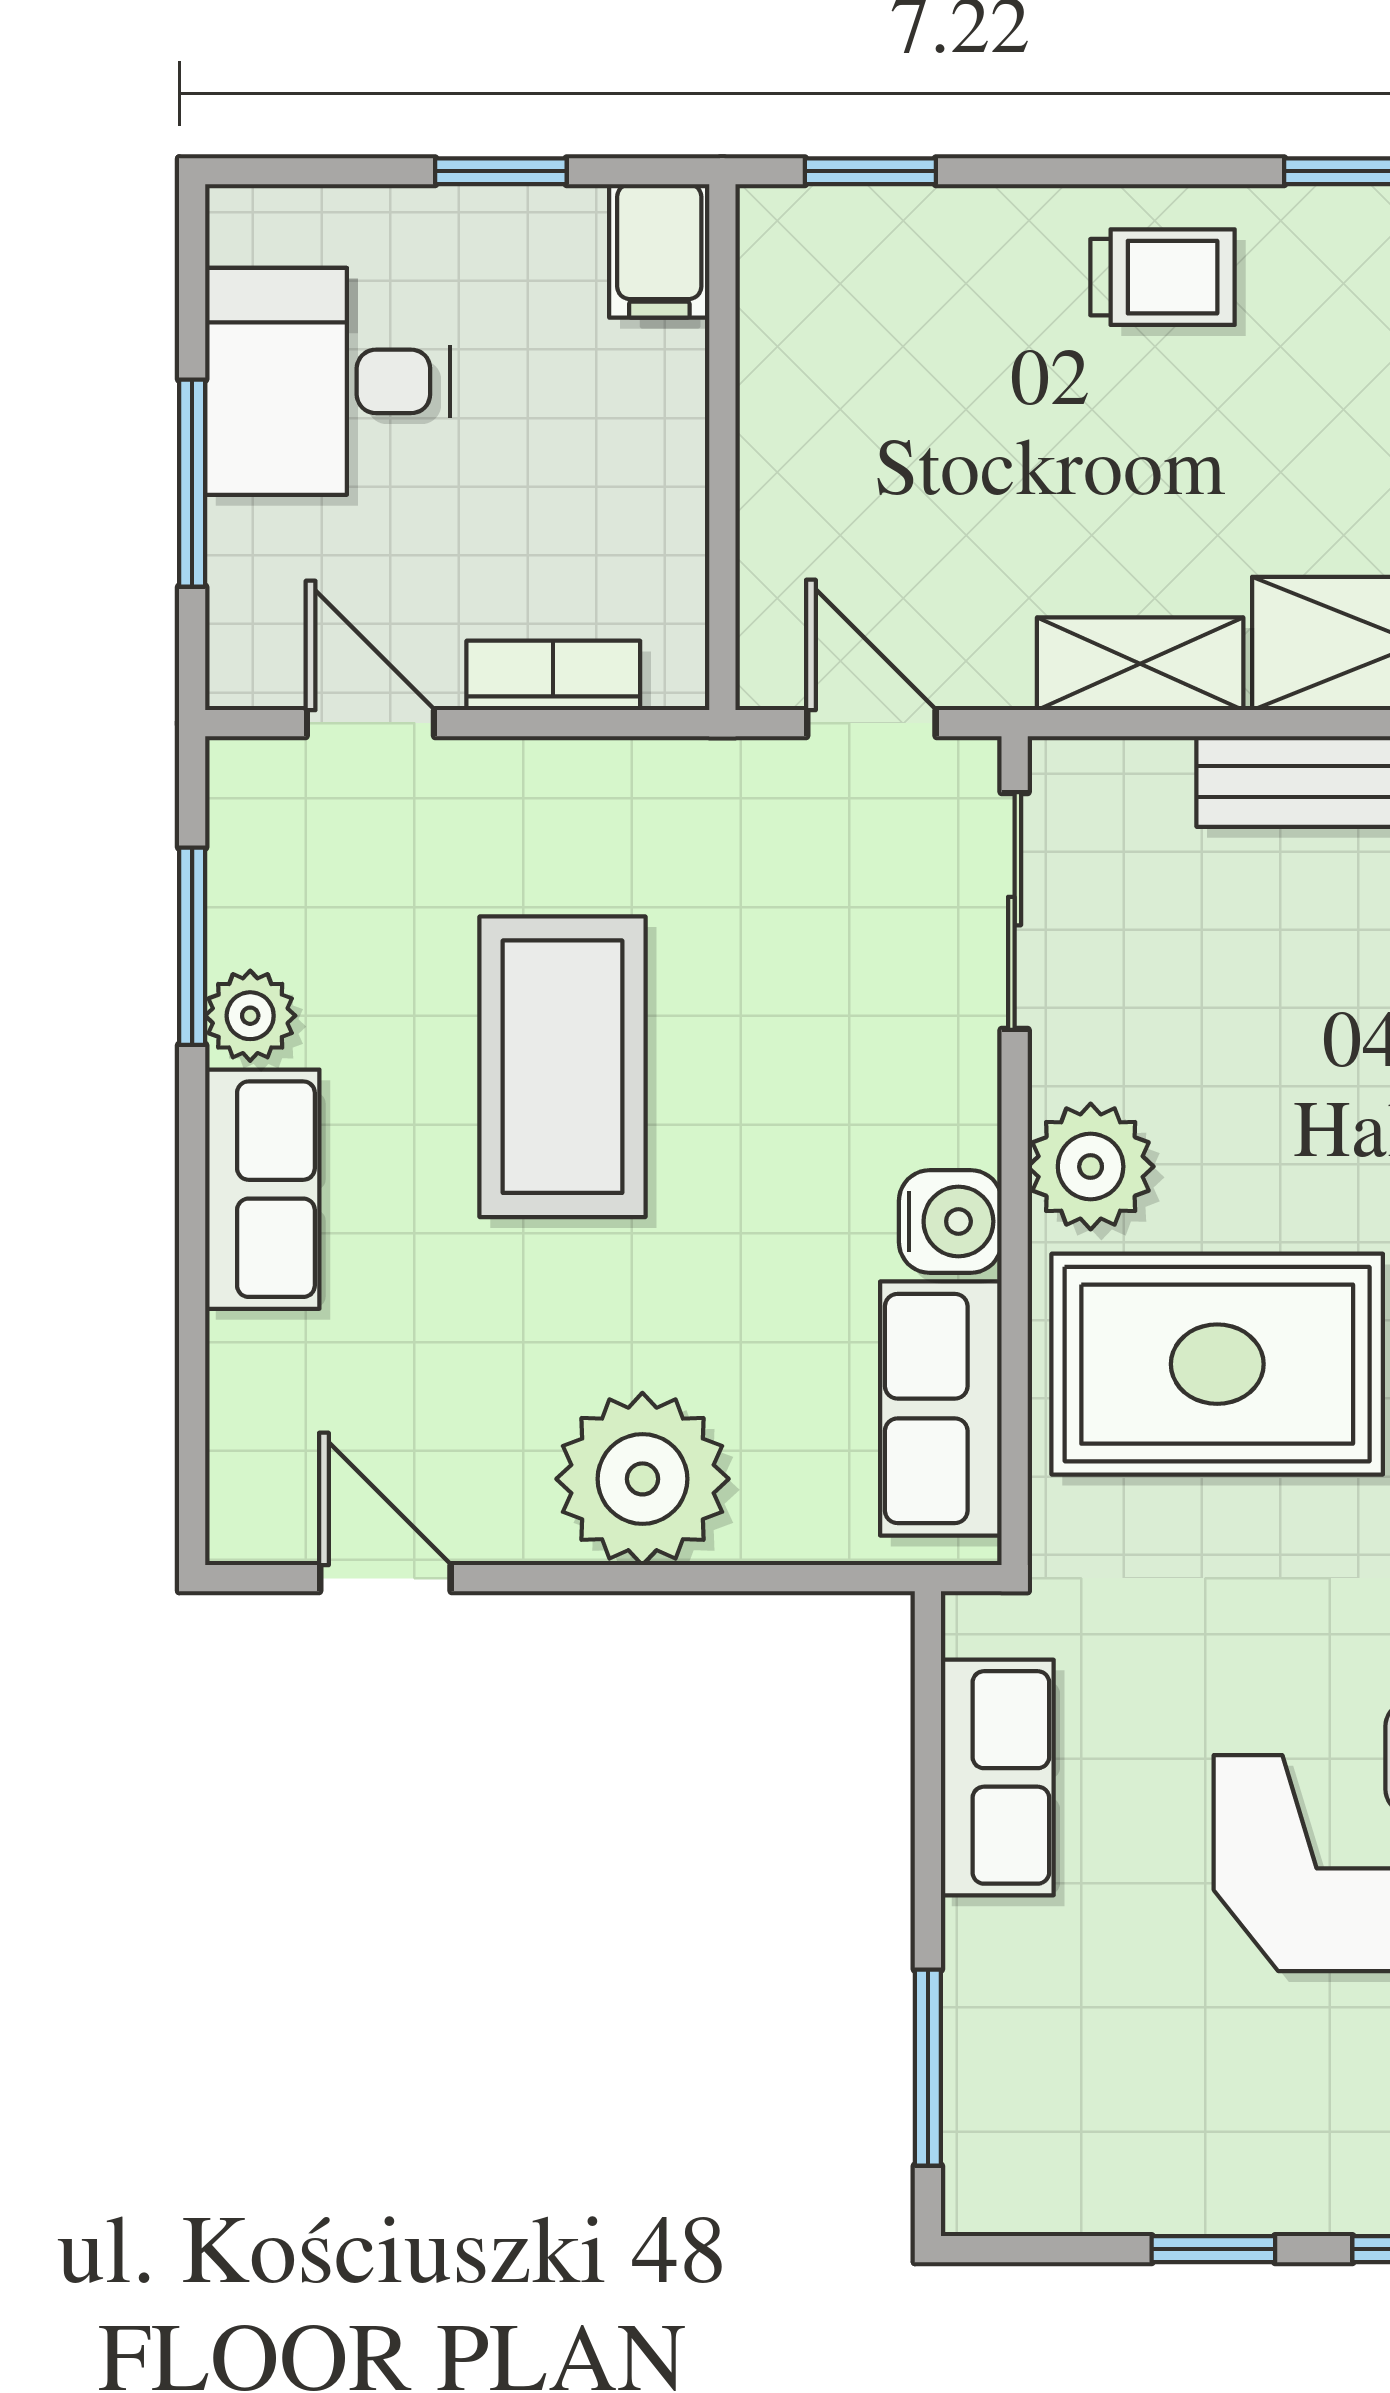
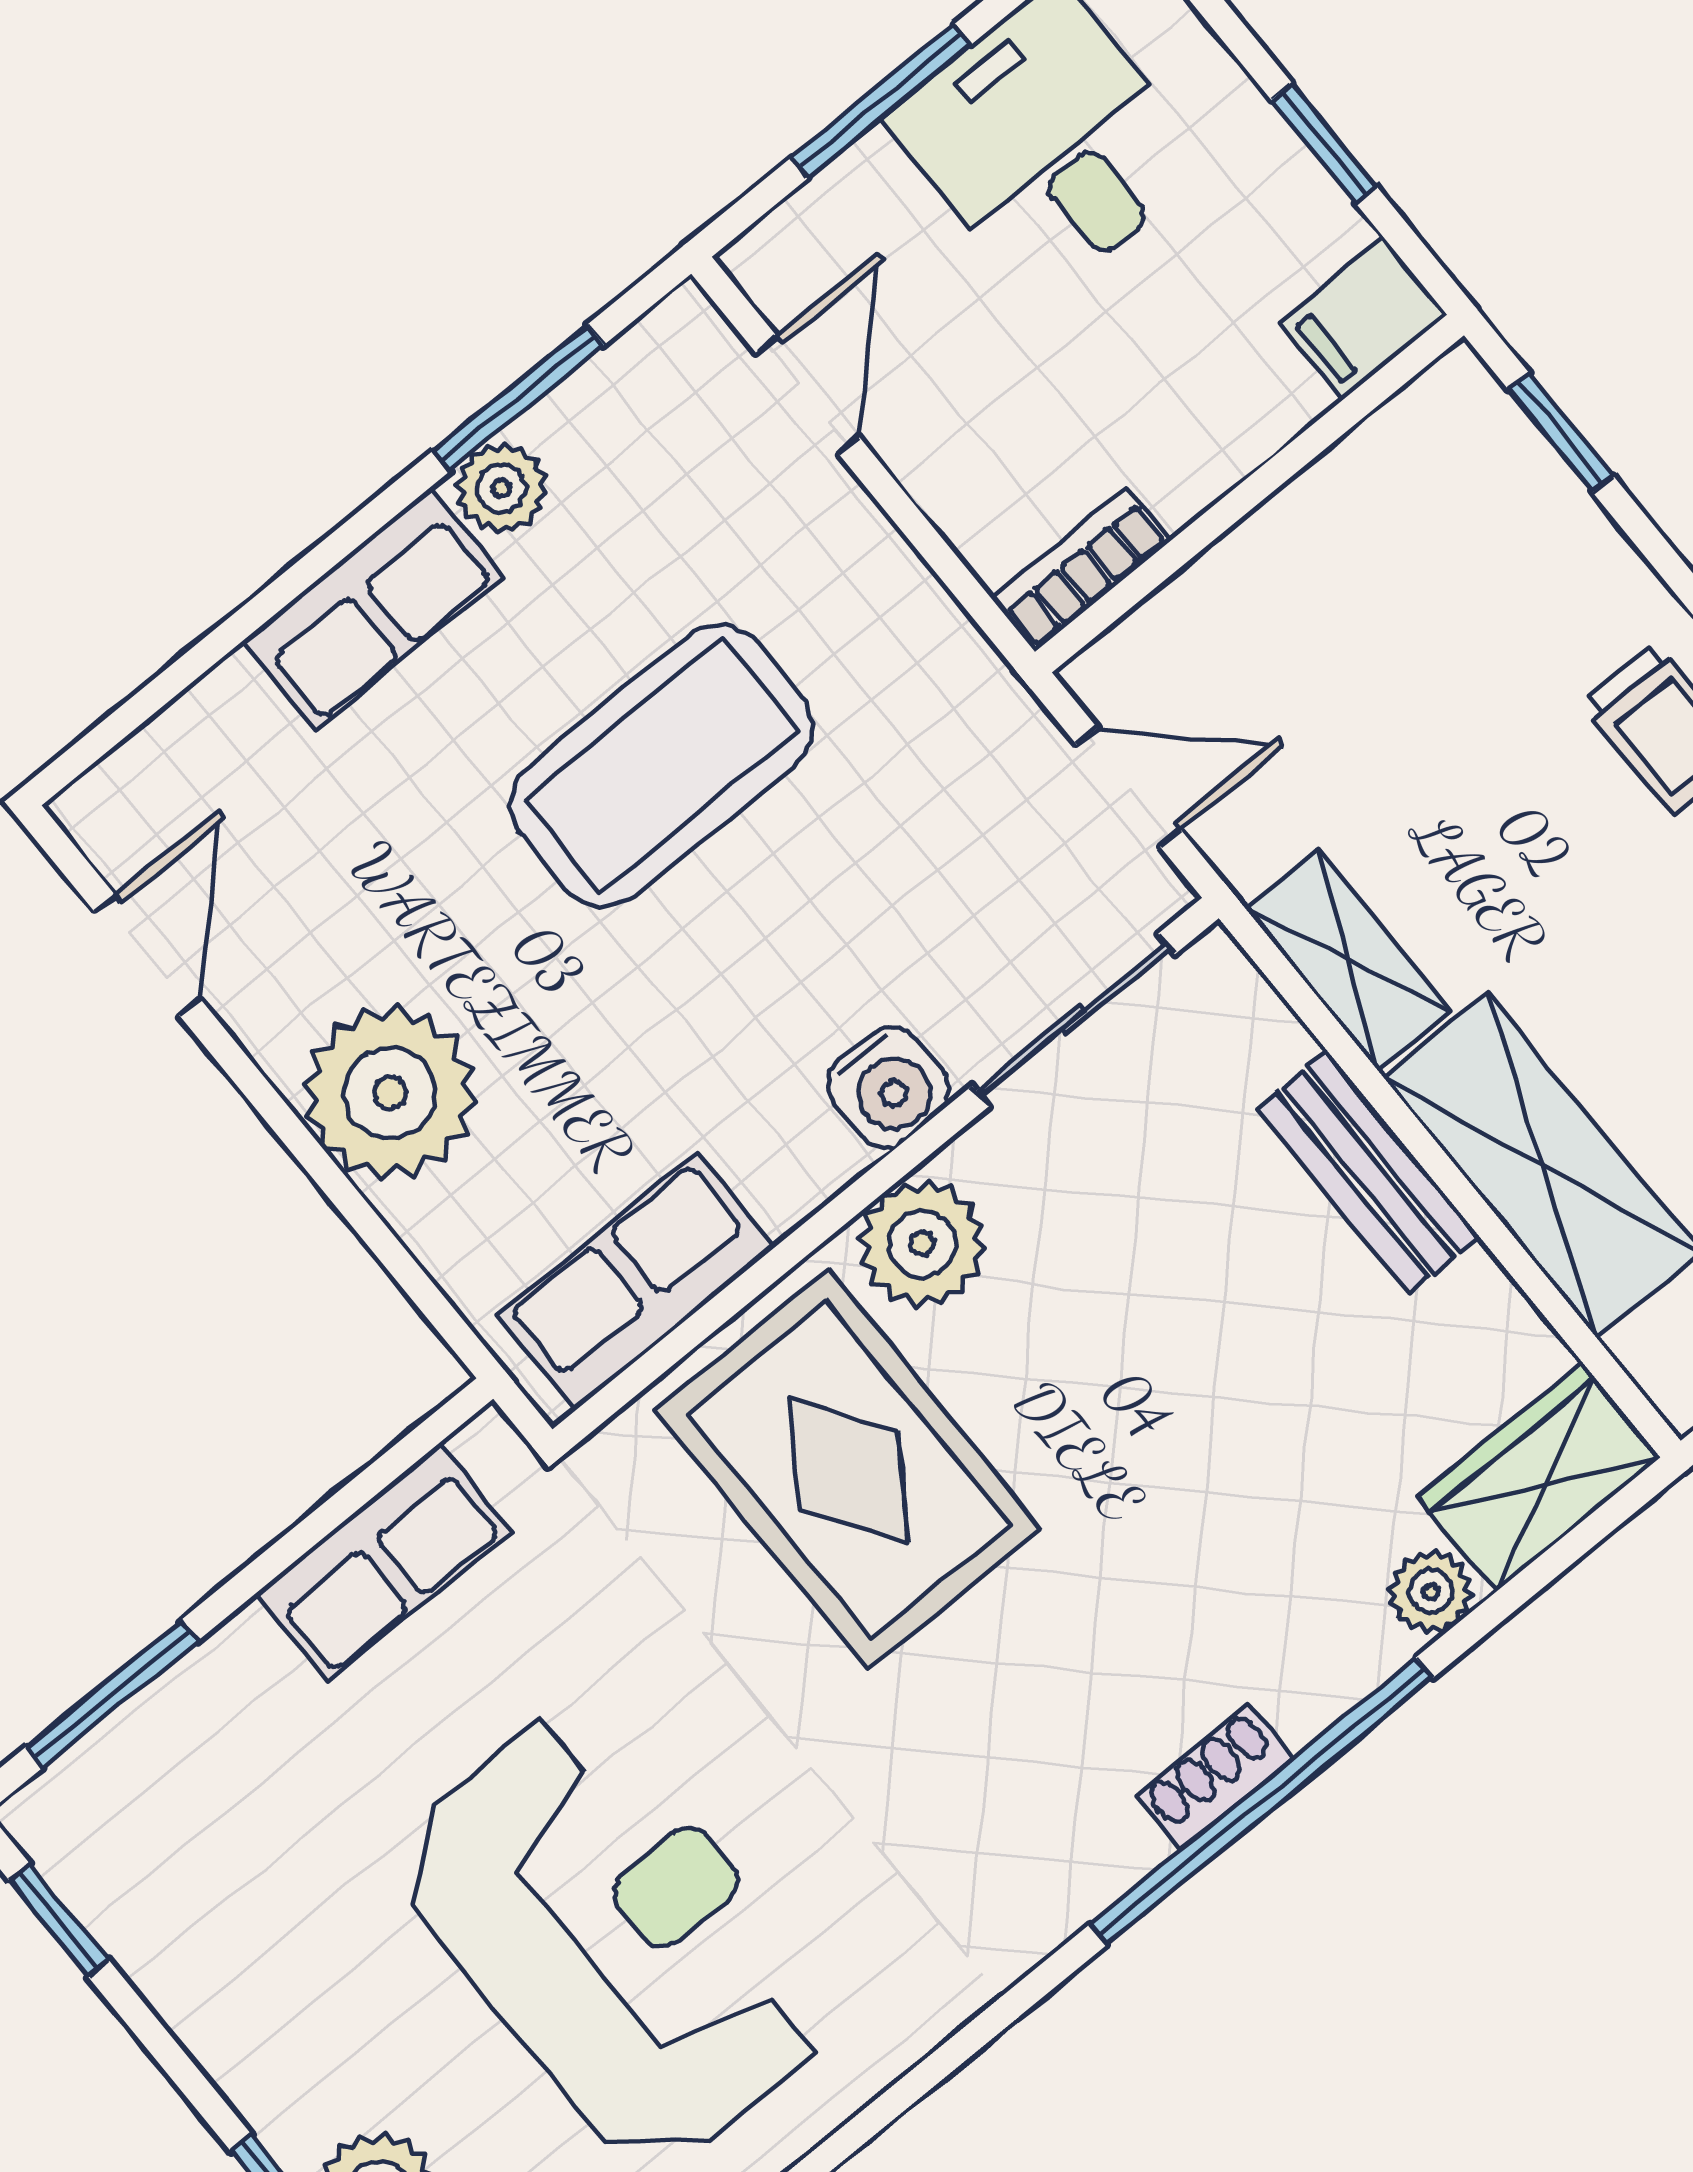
bookcase: (553, 675) -> (1081, 569), moved, turned -90
door: (871, 723) -> (1129, 787), hinge flipped
water cooler: (950, 1221) -> (889, 1087), moved
window: (1213, 2249) -> (59, 1920), moved

